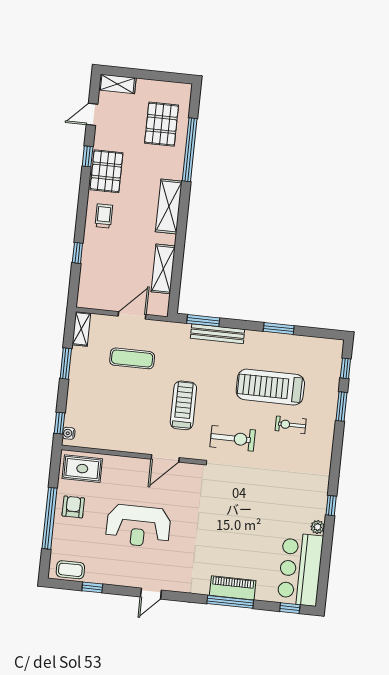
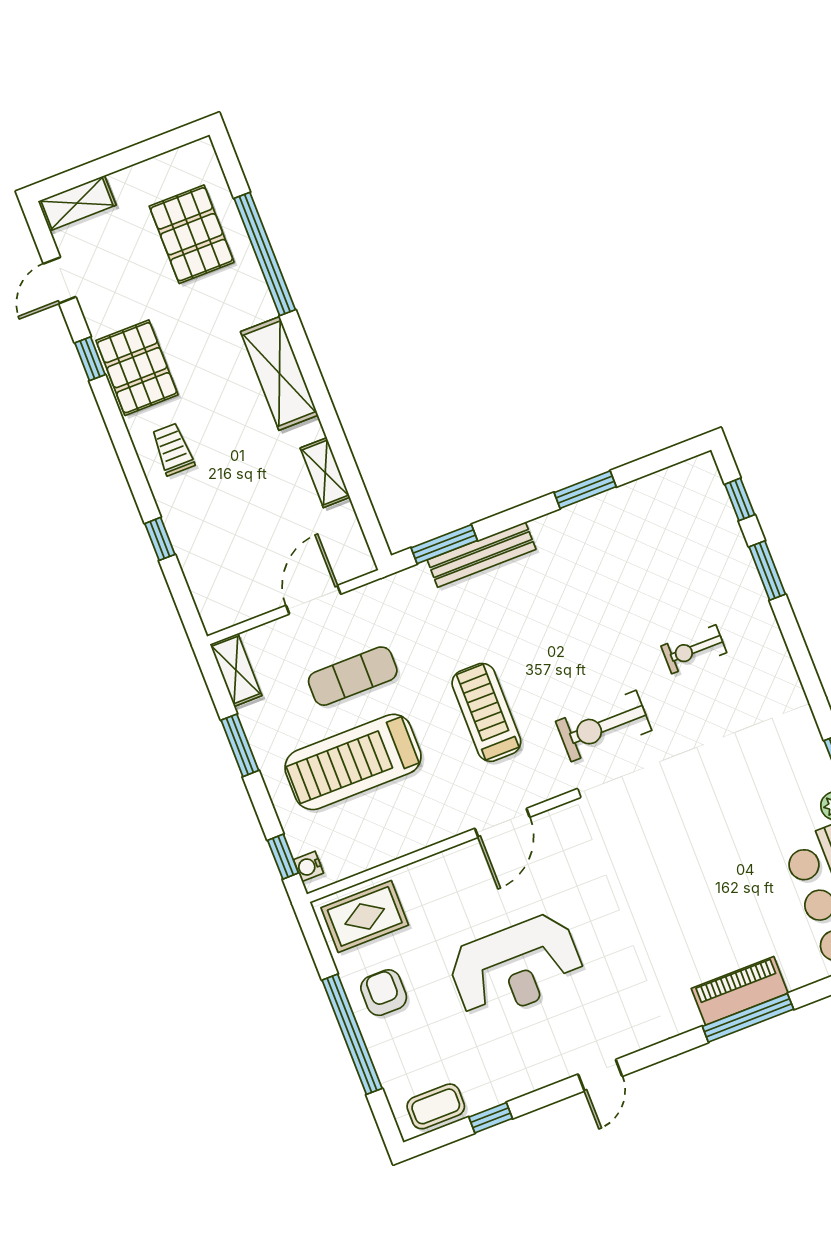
shelving: (163, 269) -> (325, 473), width x0.67, depth x0.75
treadmill: (270, 387) -> (353, 762), moved
exercise bike: (233, 438) -> (604, 726), turned 180

